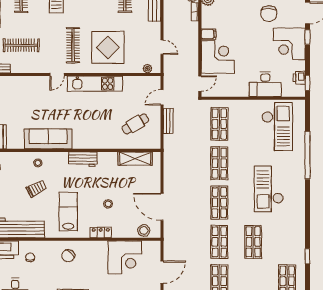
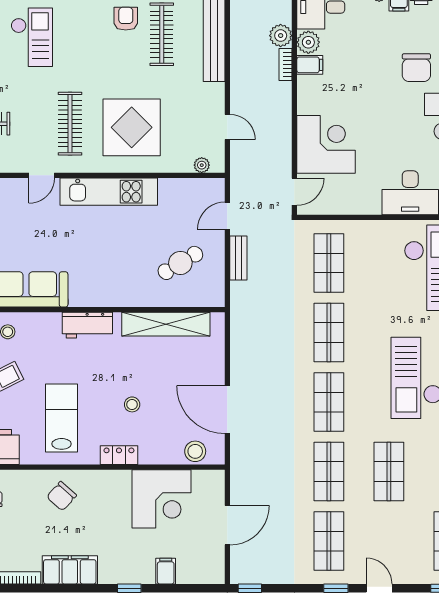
filing cabinet: (209, 34) -> (310, 65), moved
shelving: (135, 159) -> (166, 324), width x1.47

